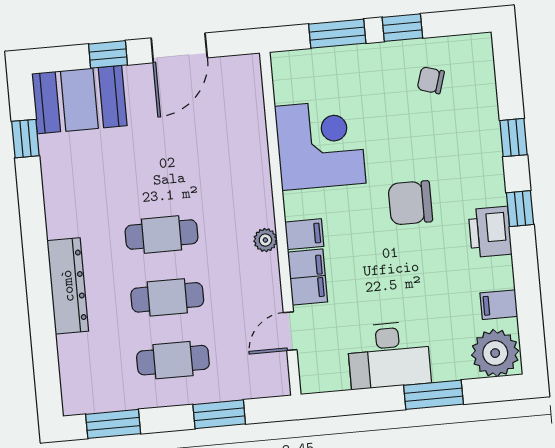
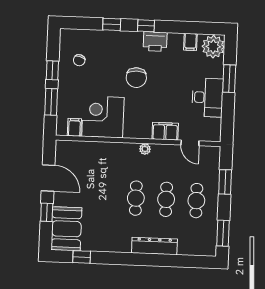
filing cabinet: (304, 234) -> (74, 127), moved

